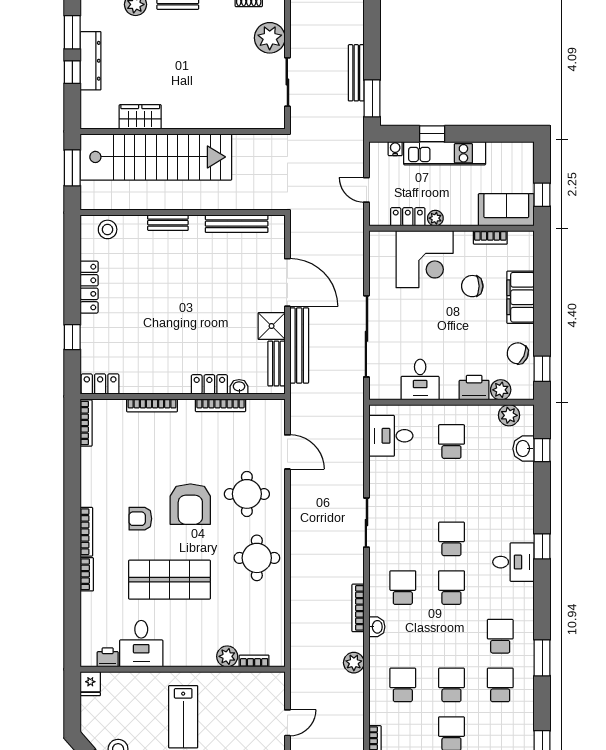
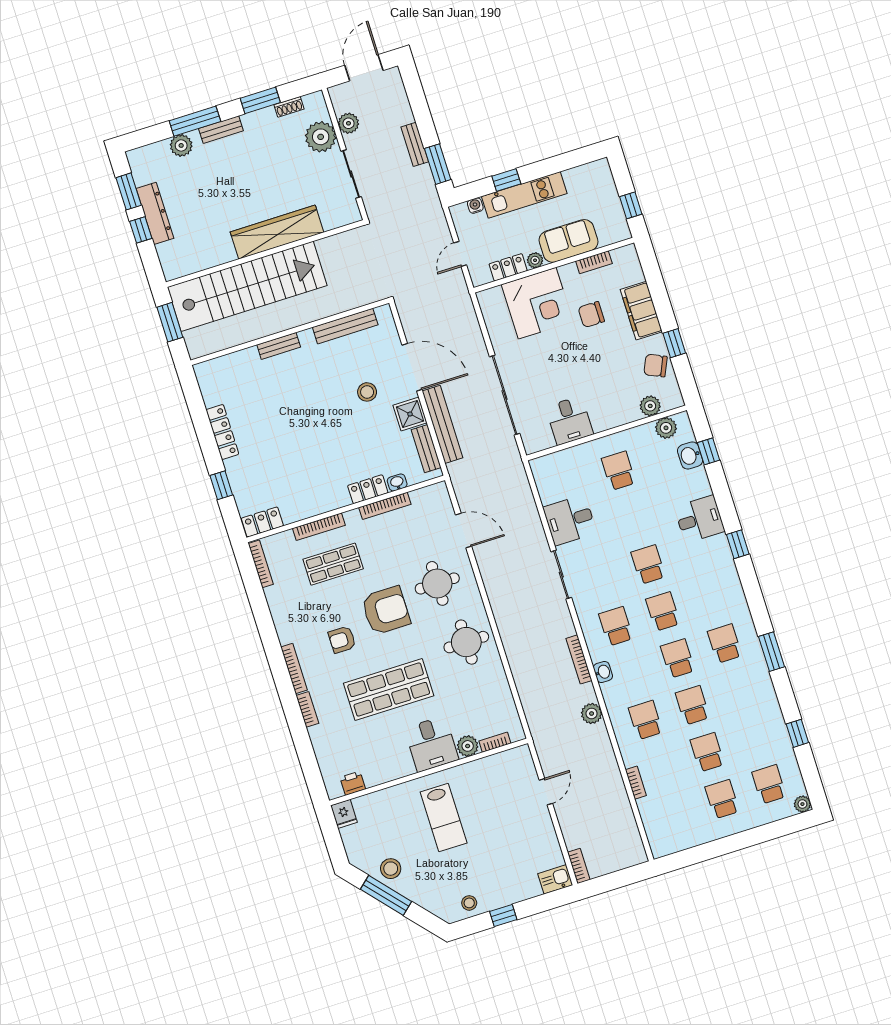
plant: (300, 33) -> (348, 123), added
bench: (356, 73) -> (415, 144), width x0.73
wardrobe: (140, 117) -> (277, 232), moved, width x2.10, depth x1.17
door: (366, 190) -> (460, 254), hinge flipped
sofa: (506, 210) -> (568, 241), moved
stool: (108, 229) -> (367, 392), moved
window: (542, 369) -> (674, 343), moved
printer: (474, 388) -> (624, 412), removed
desk: (391, 436) -> (570, 520), moved
shop shelf: (154, 445) -> (333, 564), added
armchair: (190, 504) -> (386, 610), turned -90
desk: (513, 562) -> (699, 519), moved
desk: (141, 644) -> (431, 744), moved
school desk: (500, 685) -> (678, 658), moved

